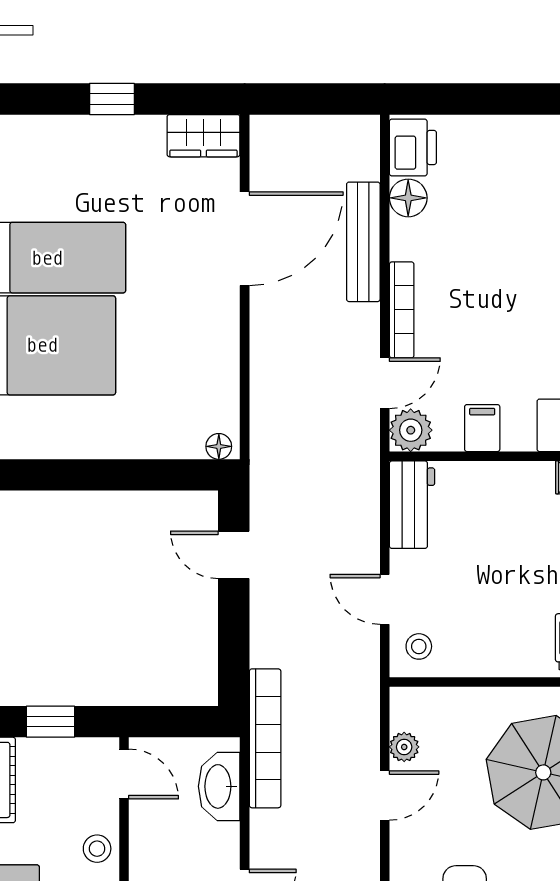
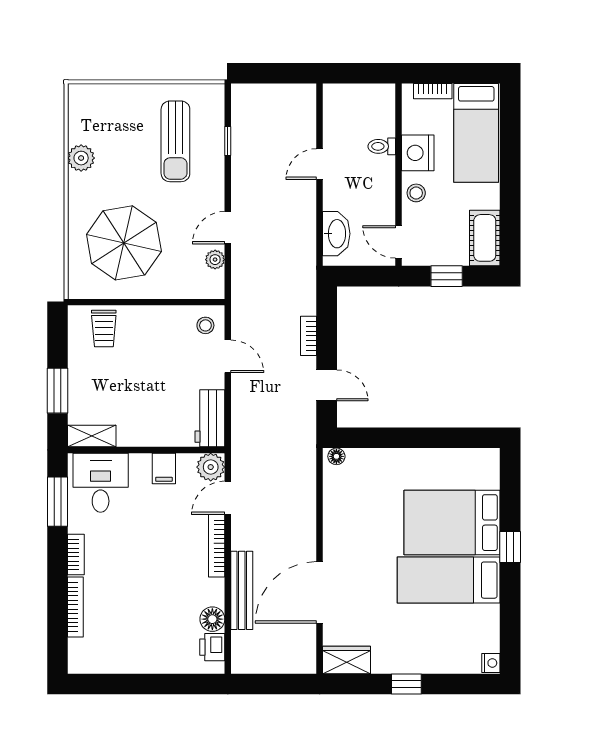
printer: (413, 148) -> (212, 647), width x0.73, depth x0.81
bookcase: (265, 738) -> (309, 336), moved, width x0.43, depth x0.76

